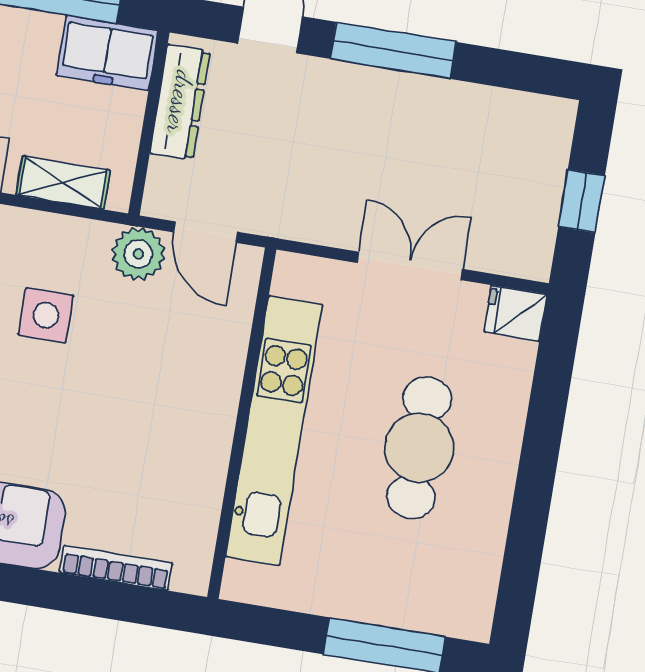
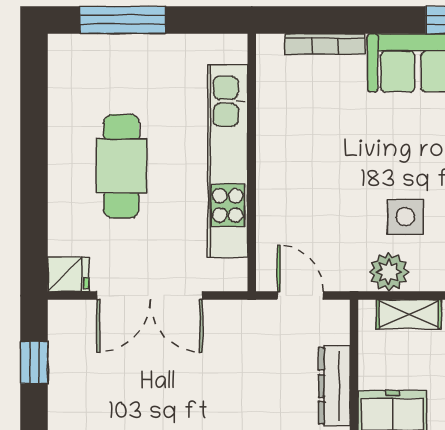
plant: (138, 254) -> (389, 272), moved
double door: (410, 266) -> (150, 296), width x1.37

